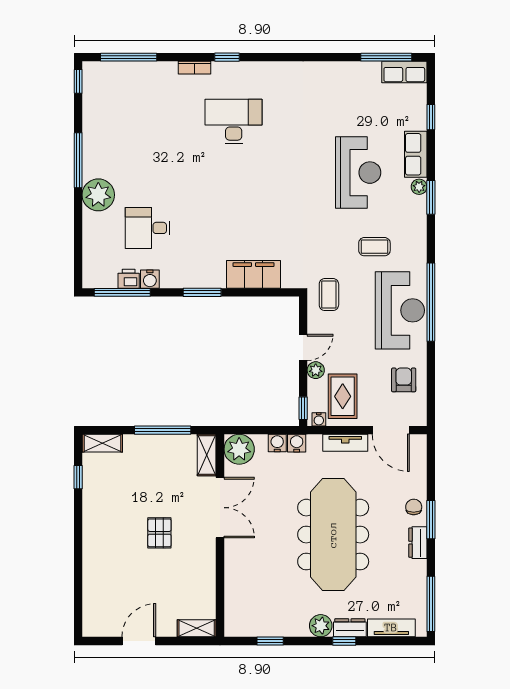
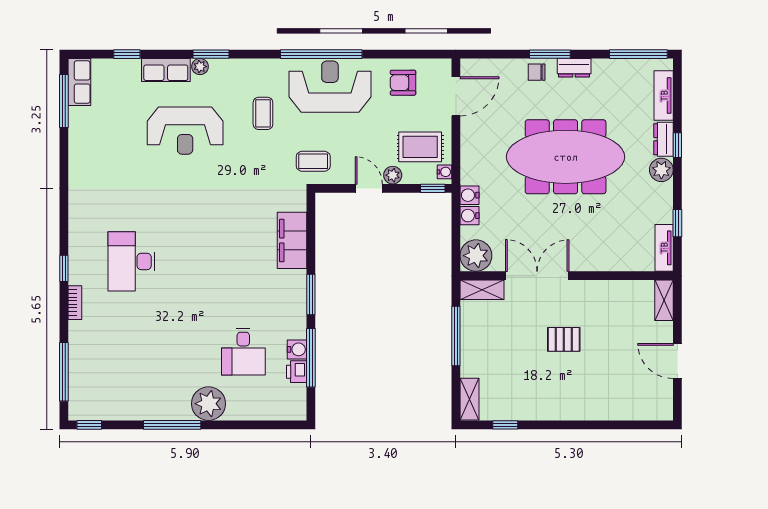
reception desk: (358, 173) -> (185, 131), turned 180
window: (122, 292) -> (311, 358), moved
tv unit: (345, 443) -> (664, 248), moved, turned 180

